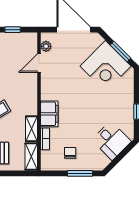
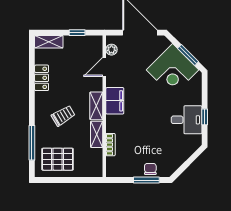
filing cabinet: (49, 114) -> (115, 101), moved
desk: (111, 141) -> (187, 120), moved, turned -45
chair: (70, 153) -> (150, 169), moved
shelving: (31, 156) -> (96, 106), moved

